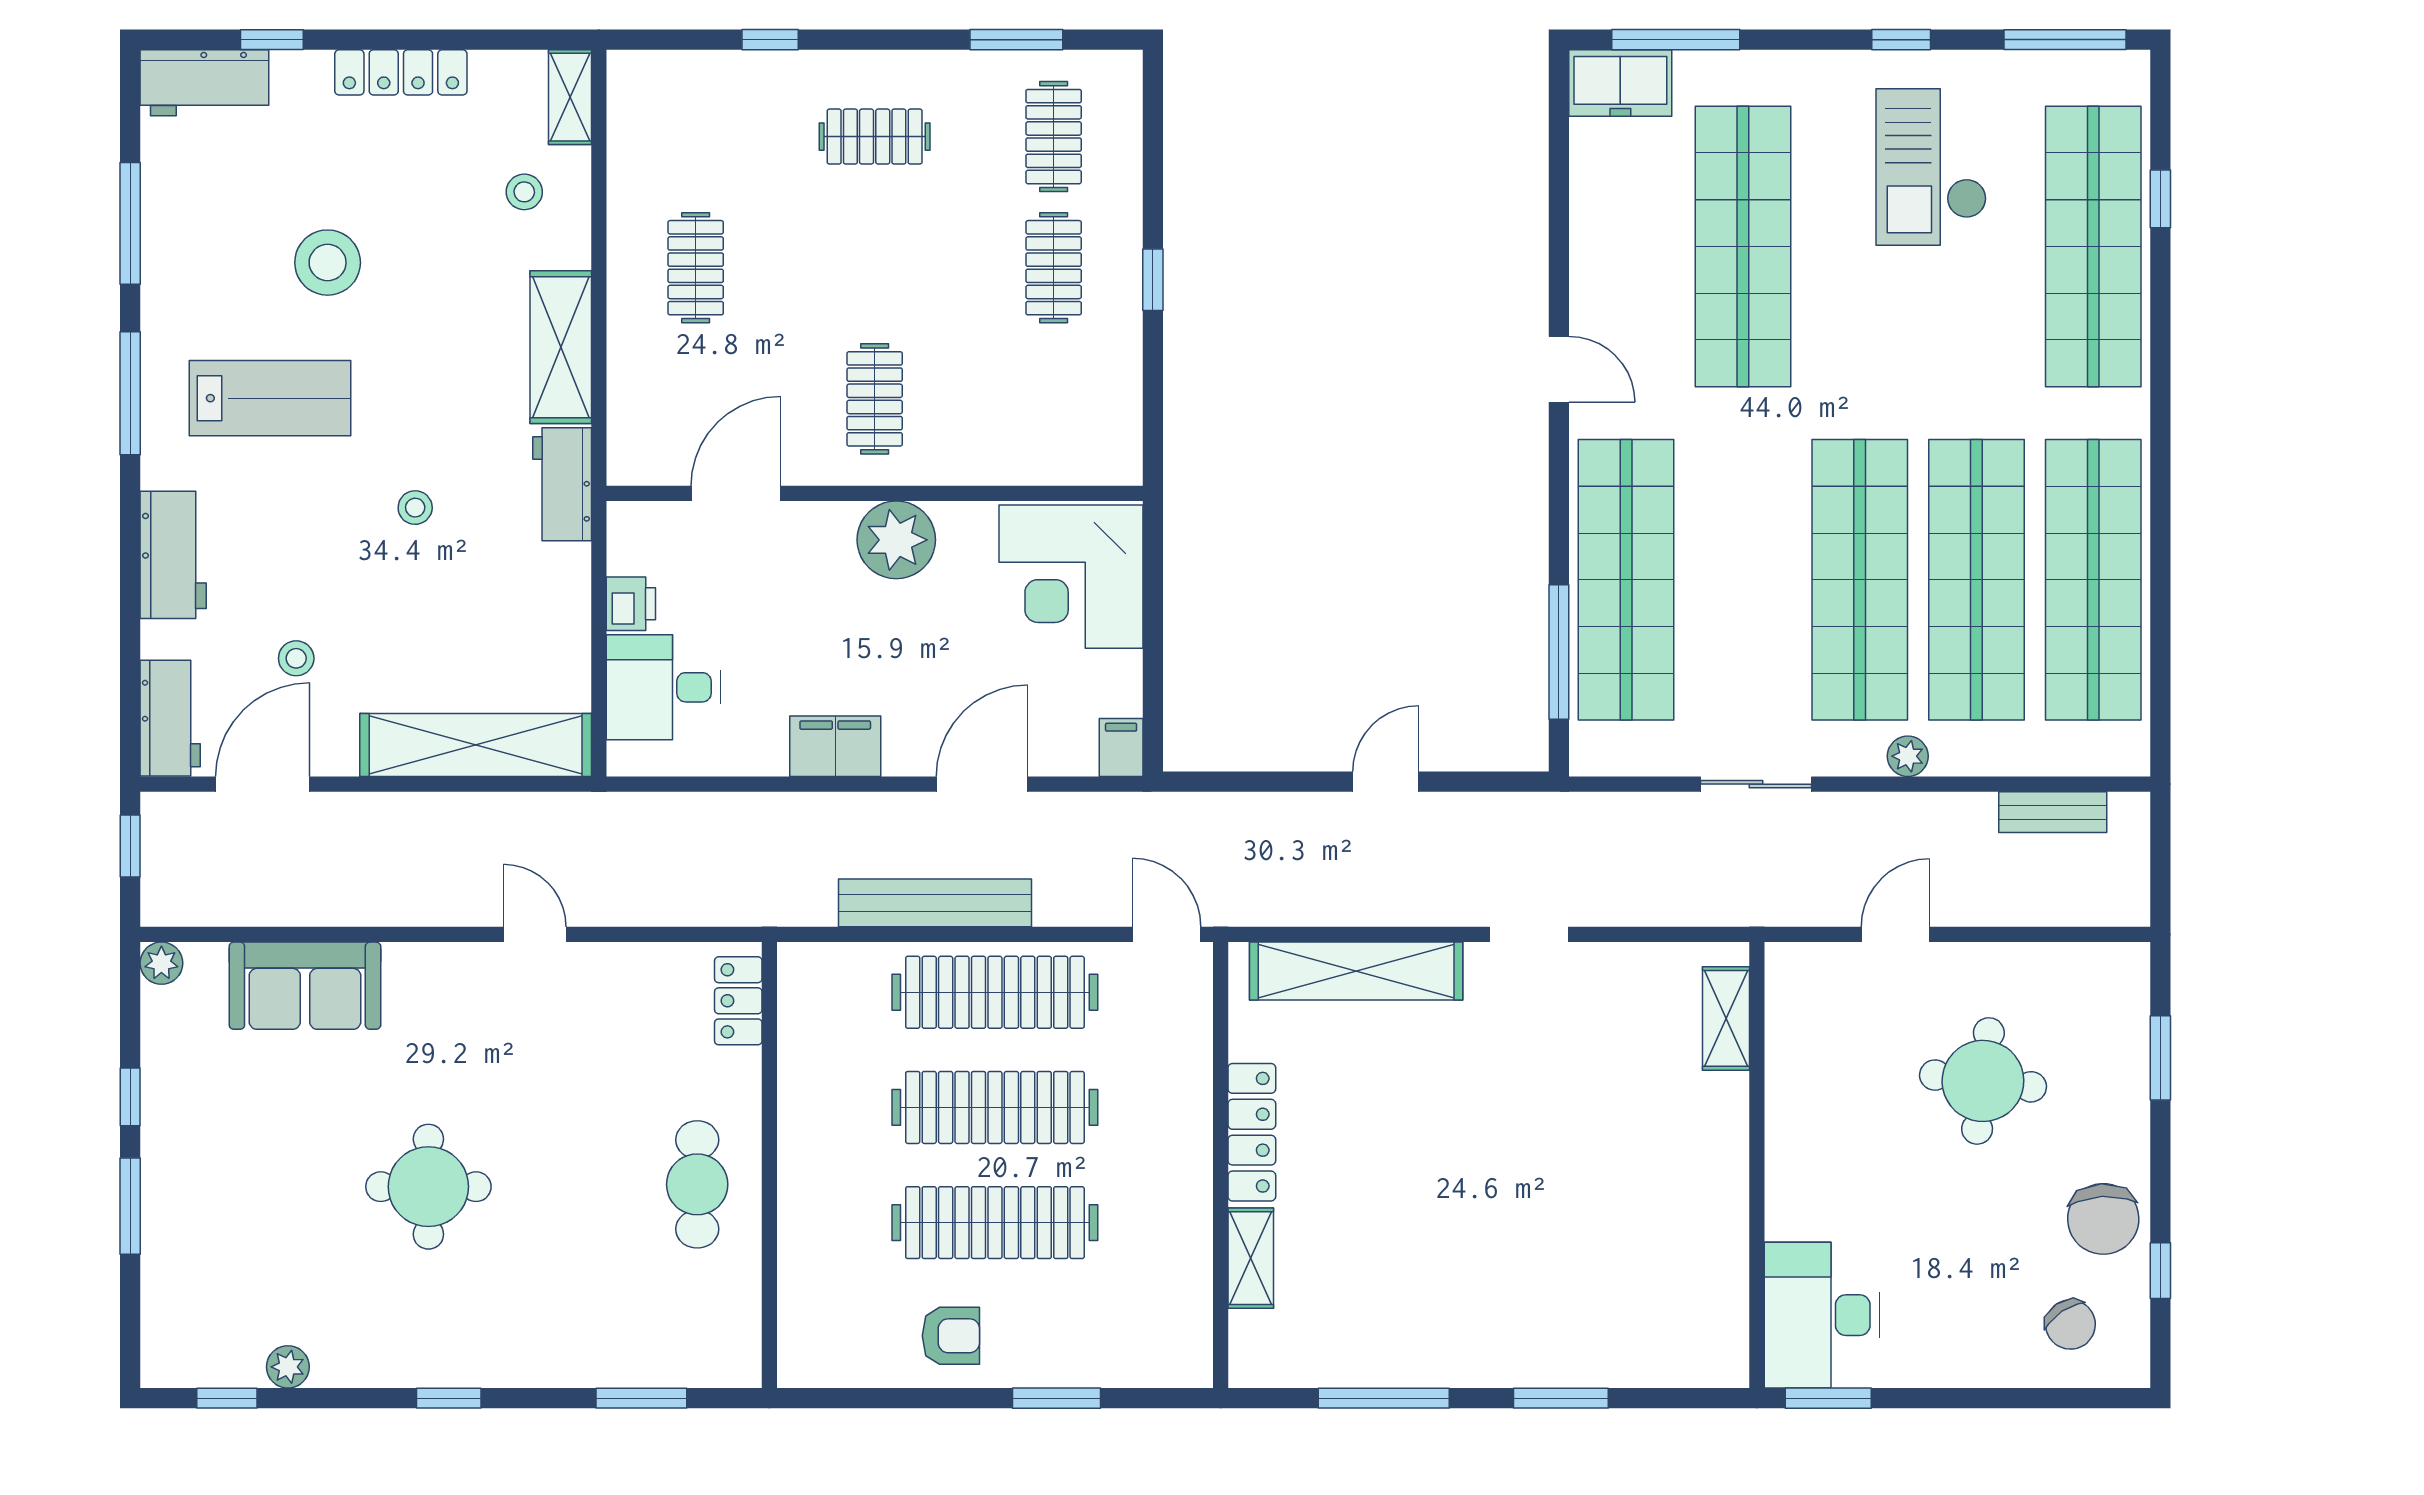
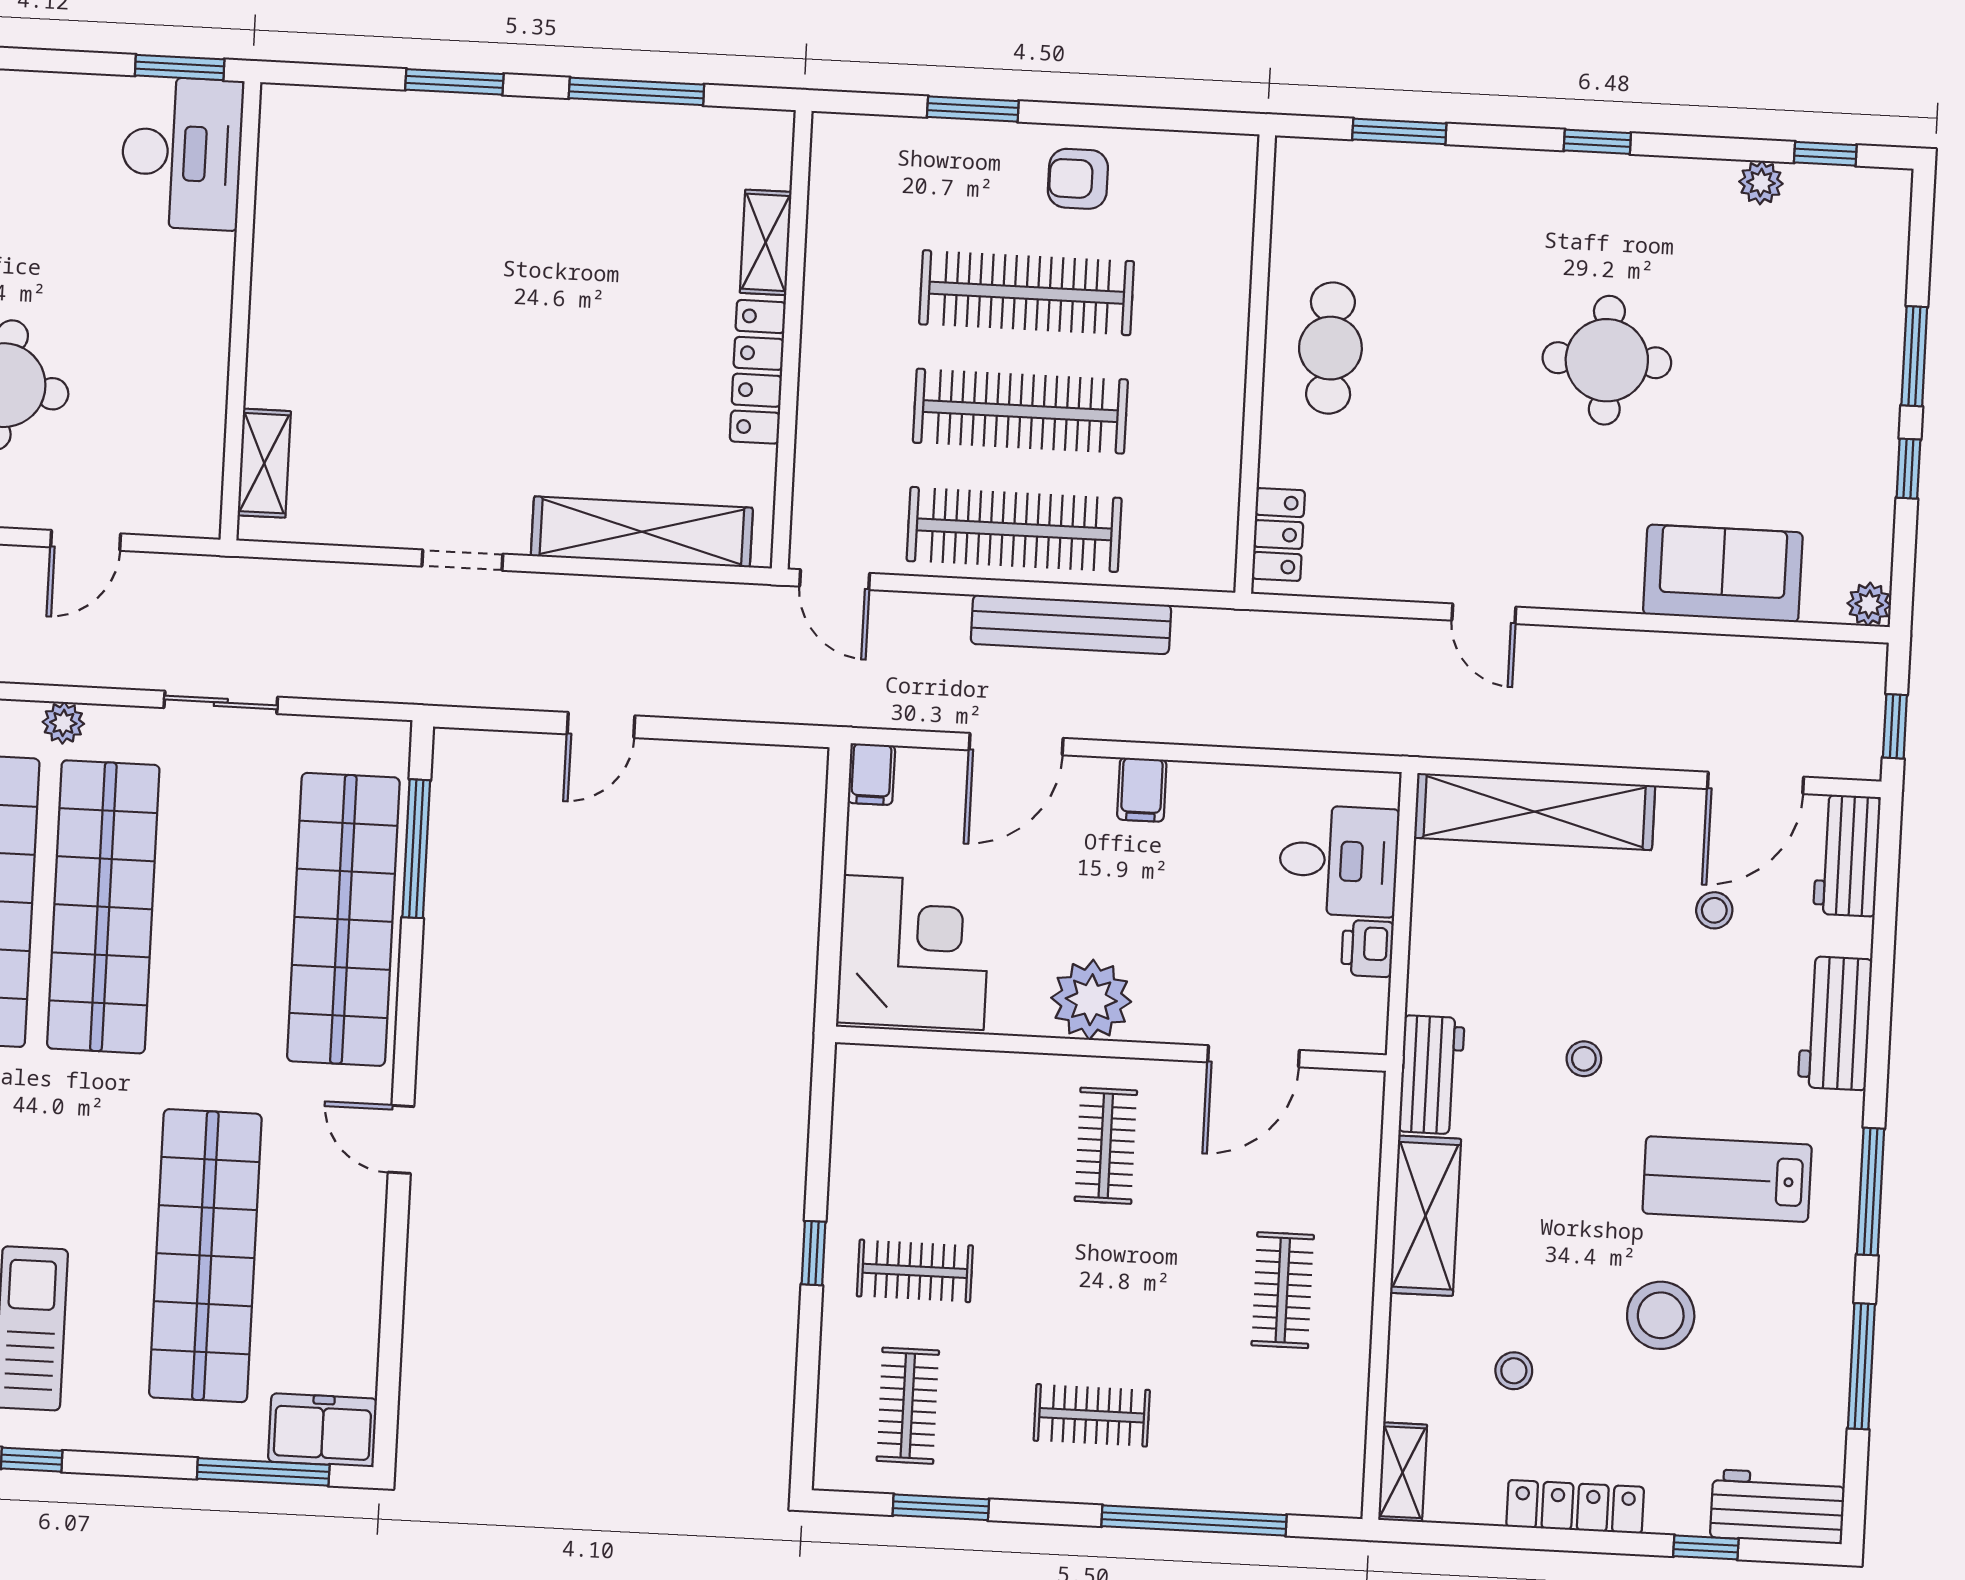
window: (770, 40) -> (1194, 1521), width x3.17
stool: (524, 192) -> (1514, 1371), moved
clothes rail: (1054, 268) -> (915, 1271), turned 90
filing cabinet: (835, 746) -> (1142, 790), width x0.50

